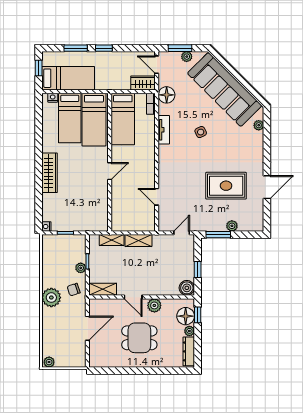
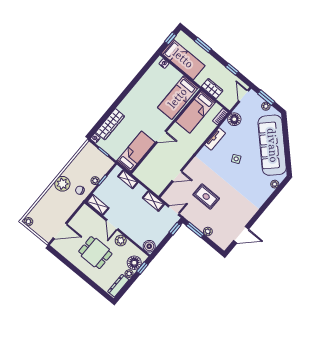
window: (104, 48) -> (232, 69), moved
wardrobe: (143, 83) -> (212, 89), moved
bed: (70, 118) -> (136, 152), moved, turned 180
wardrobe: (50, 173) -> (110, 124), moved
rug: (226, 186) -> (206, 197), moved, width x0.73, depth x0.70
door: (267, 187) -> (241, 235), moved
door: (157, 197) -> (177, 176), swing flipped
shelving: (138, 240) -> (153, 201), moved
window: (198, 270) -> (175, 229), moved
door: (87, 328) -> (60, 231), moved

